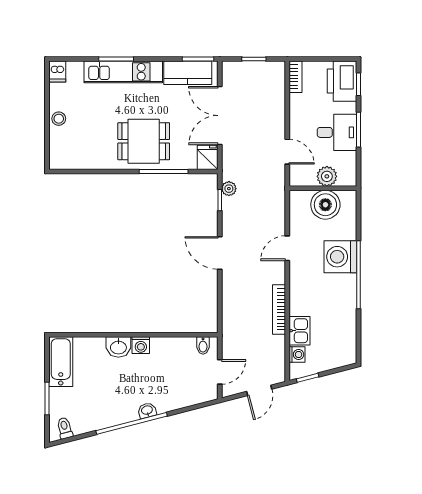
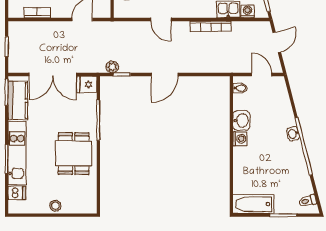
dishwasher: (57, 71) -> (17, 193), moved
bookcase: (295, 77) -> (37, 13), moved
dining table: (144, 141) -> (74, 154), moved
washbasin: (118, 347) -> (241, 120), moved
door: (259, 390) -> (277, 42), hinge flipped

